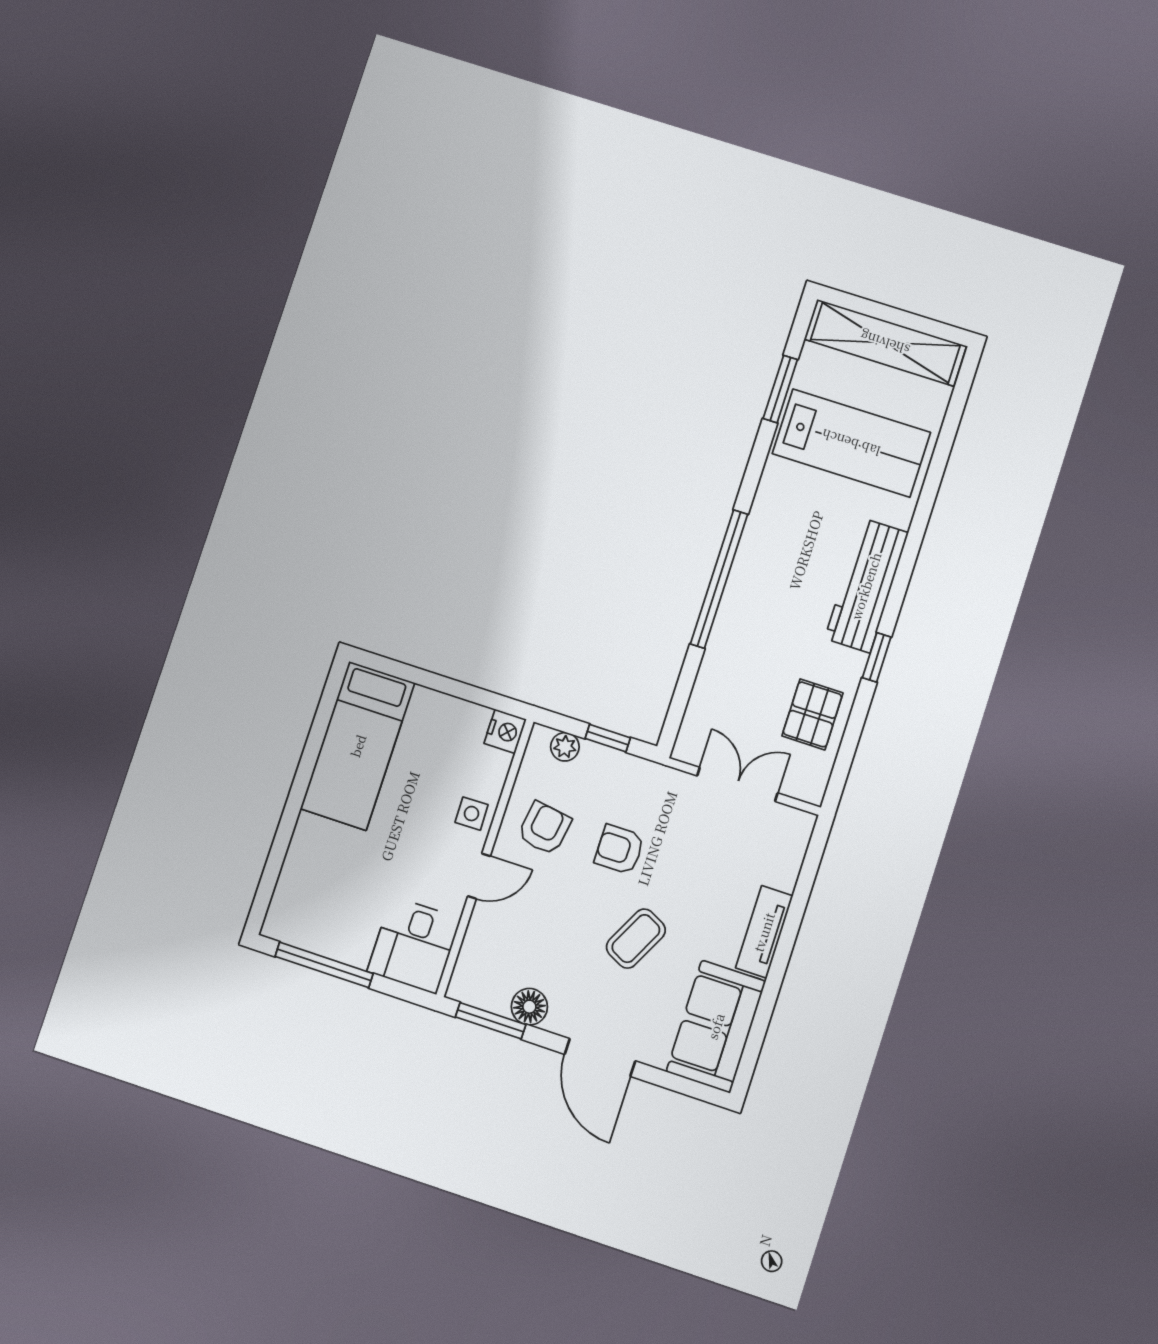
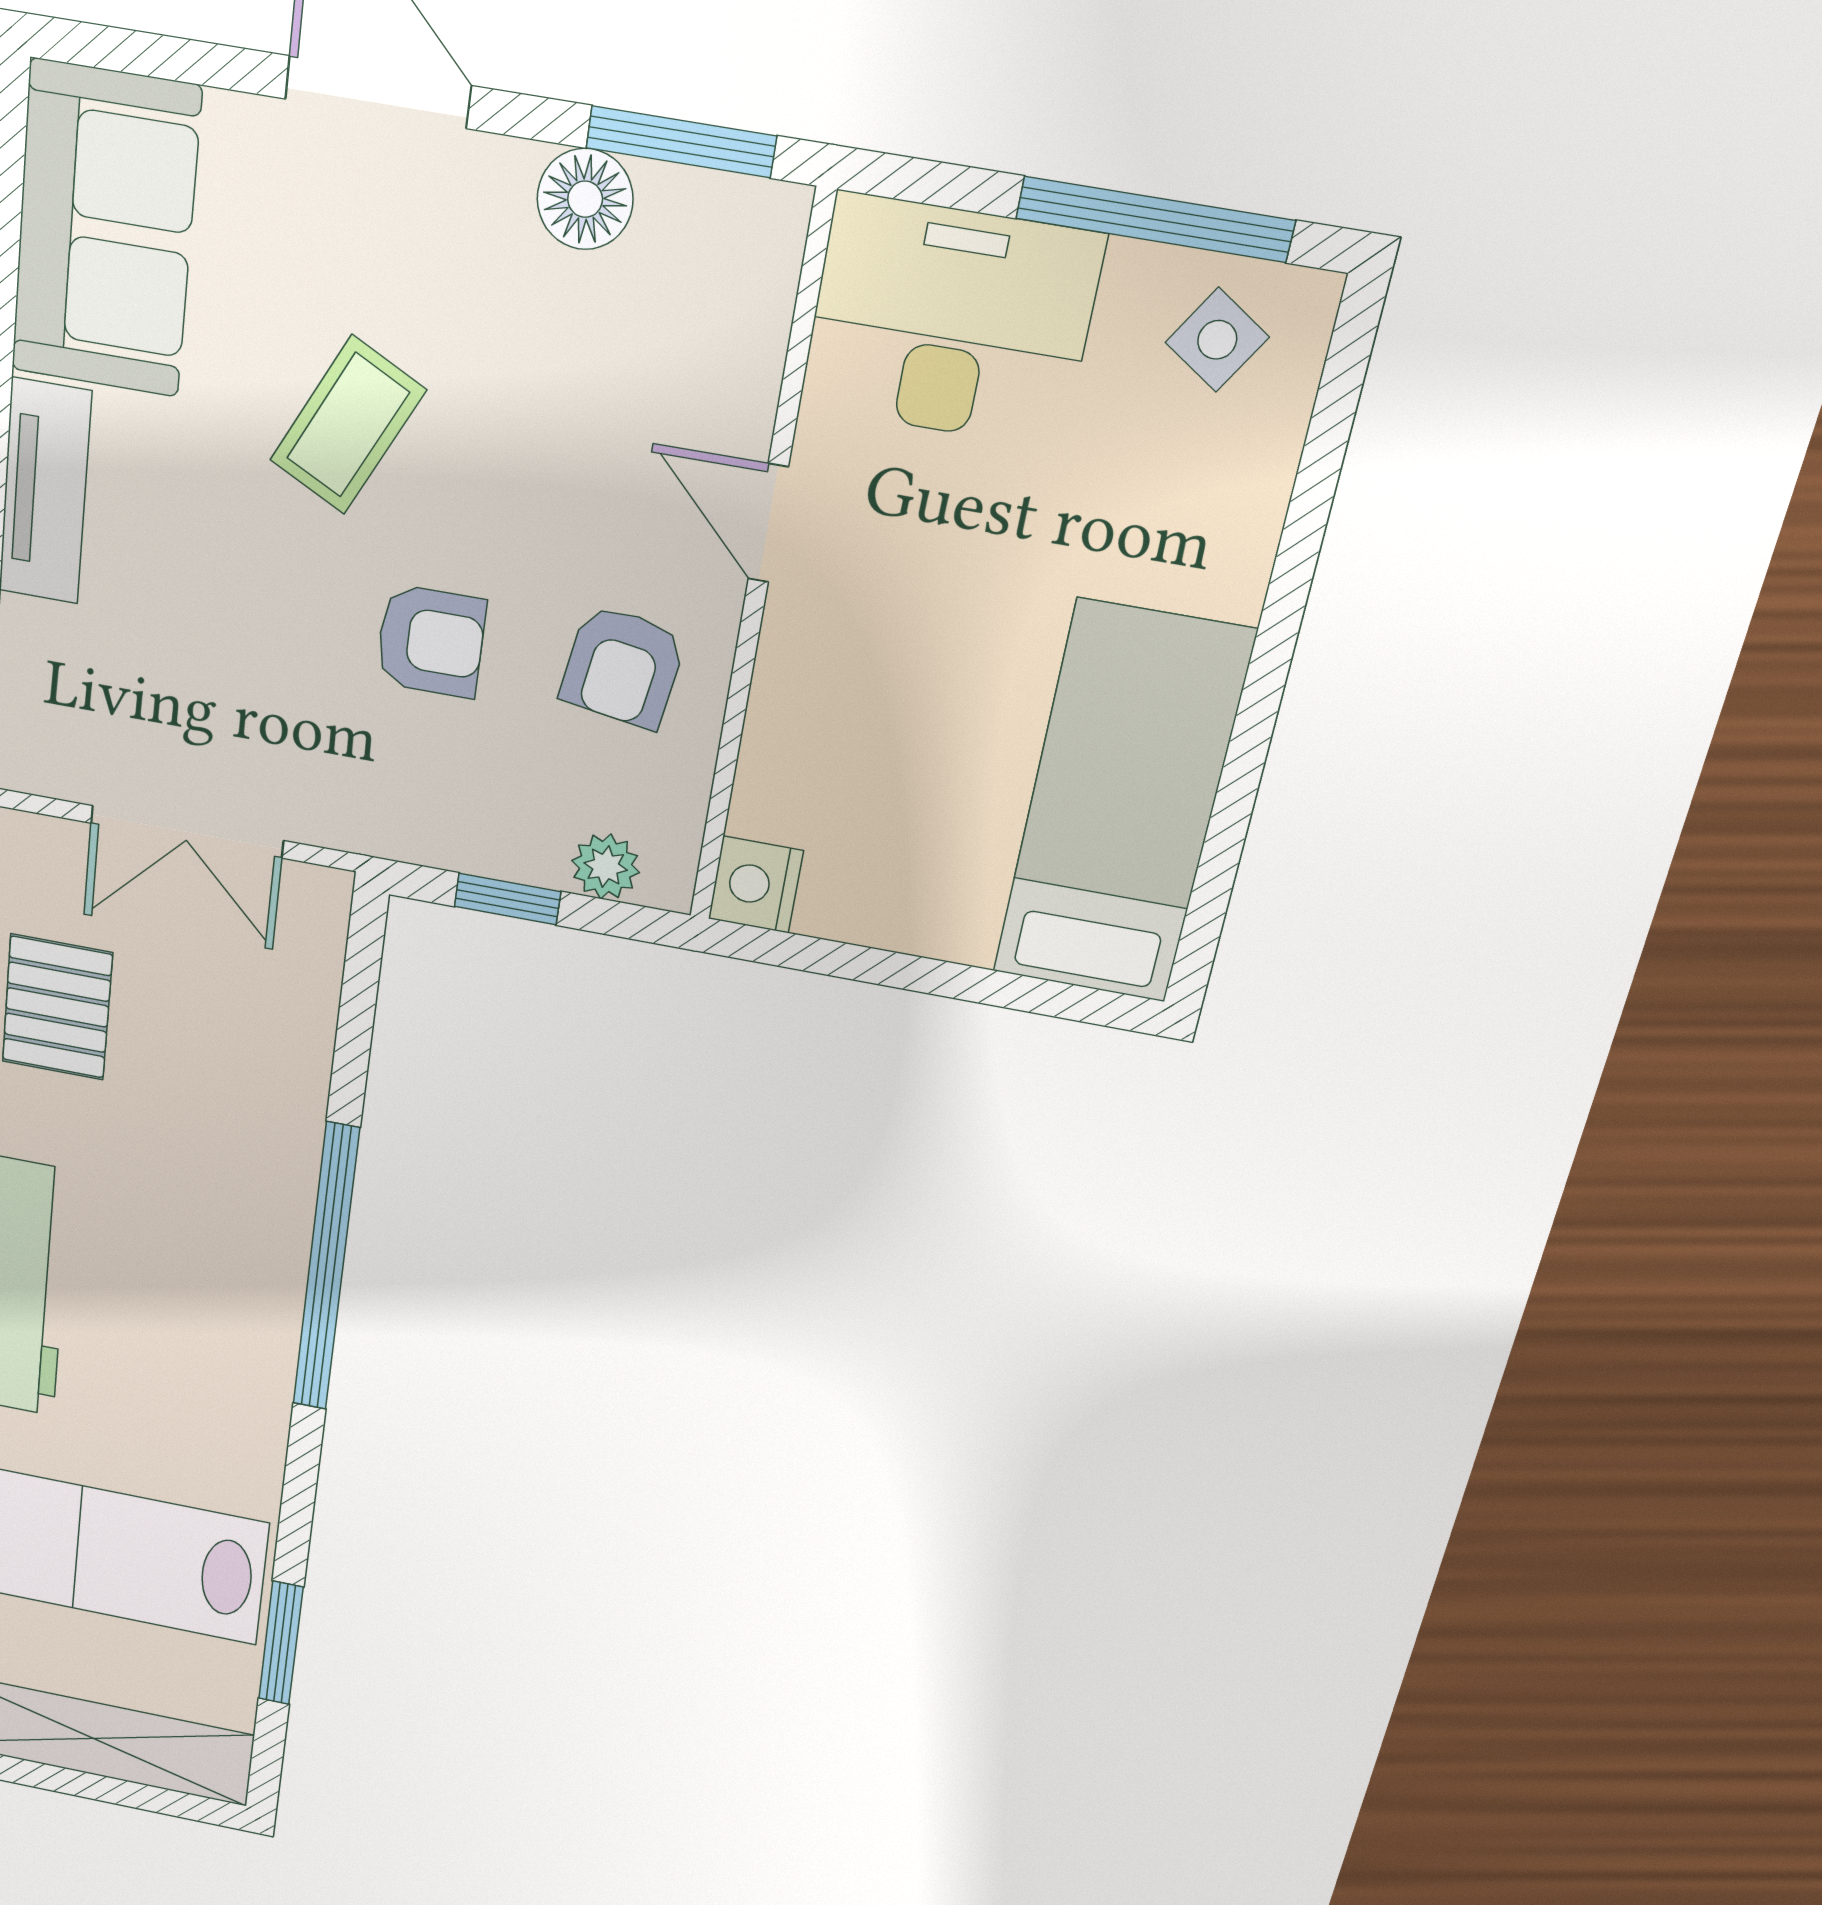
side table: (472, 814) -> (1217, 340), moved, turned 34
door: (479, 876) -> (768, 523), hinge flipped
desk: (414, 945) -> (951, 322), width x1.37

